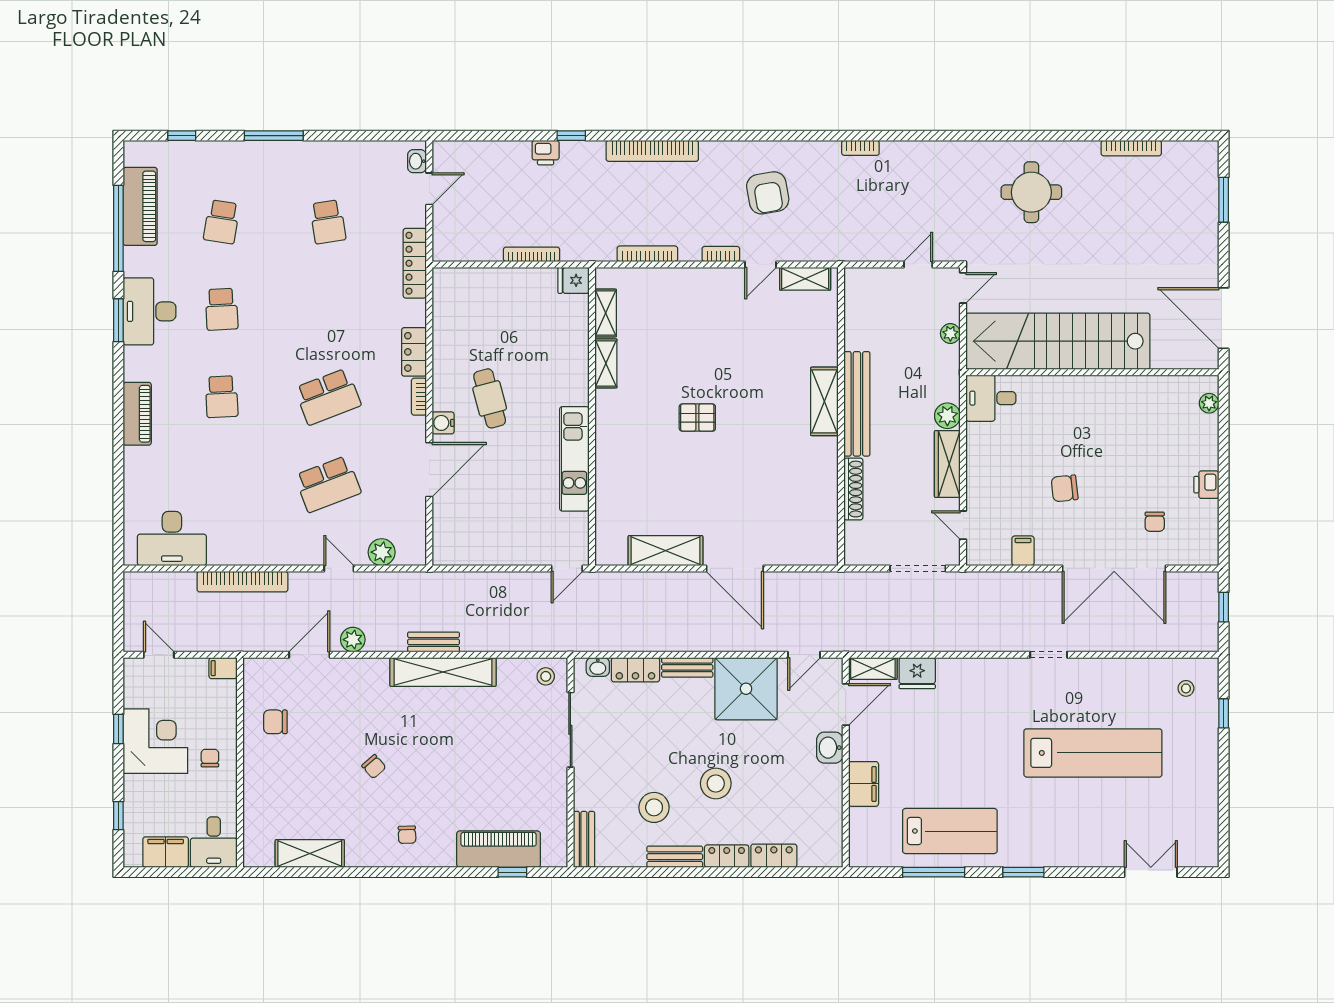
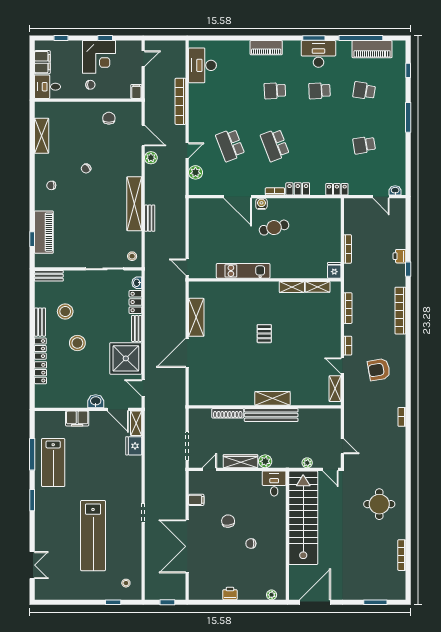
locker: (415, 263) -> (337, 189), width x0.66
chair: (1155, 522) -> (251, 544), moved
bench: (434, 642) -> (150, 218), moved

